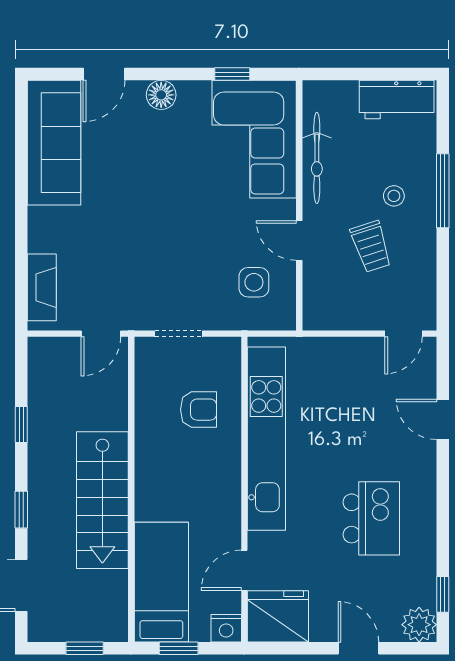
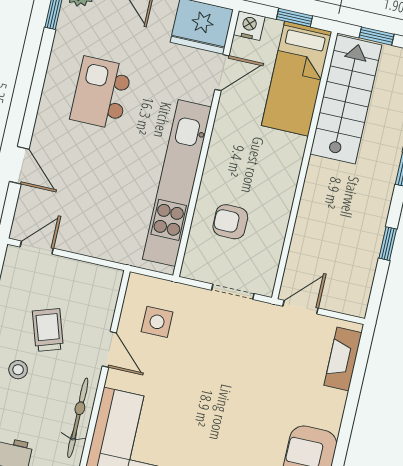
stairs: (102, 500) -> (346, 99), moved

